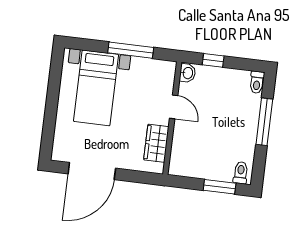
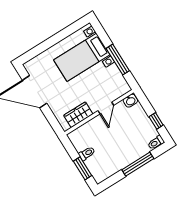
window: (213, 60) -> (156, 121), moved
toilet: (241, 173) -> (87, 153), moved

